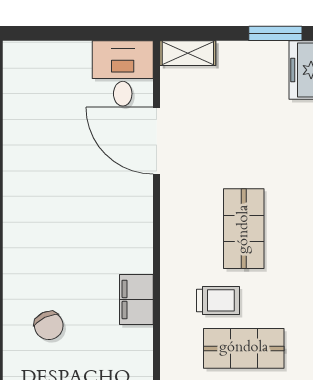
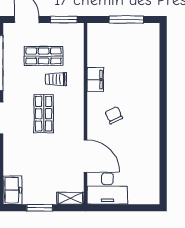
window: (275, 33) -> (40, 208), moved
desk: (123, 73) -> (107, 189), width x1.37
chair: (49, 326) -> (114, 115), moved

